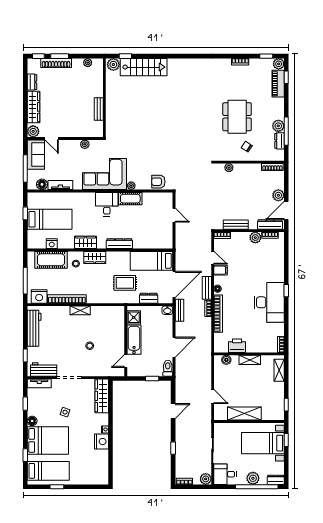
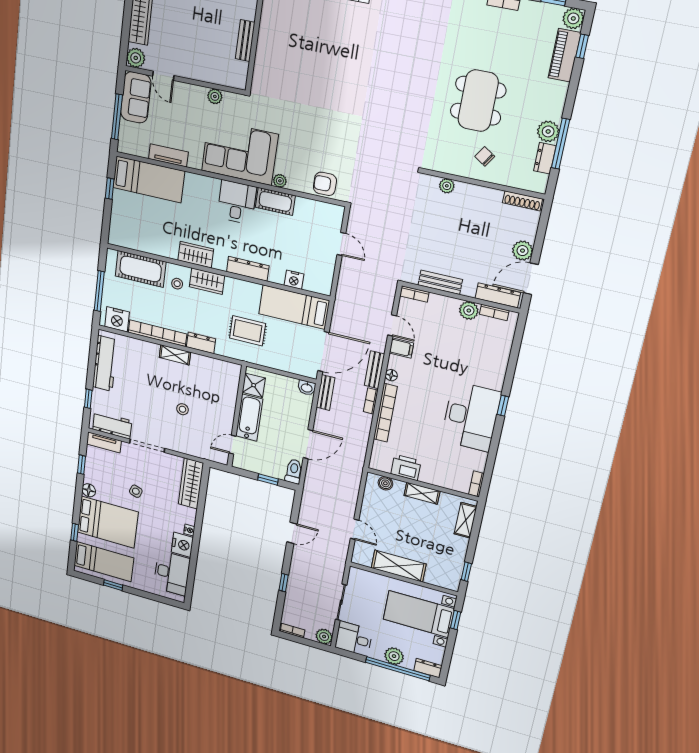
floor lamp: (42, 184) -> (140, 148), removed
bed: (50, 219) -> (149, 179), moved
nightstand: (52, 244) -> (294, 280), moved
dresser: (149, 298) -> (201, 343), moved
desk: (97, 465) -> (172, 573), added

